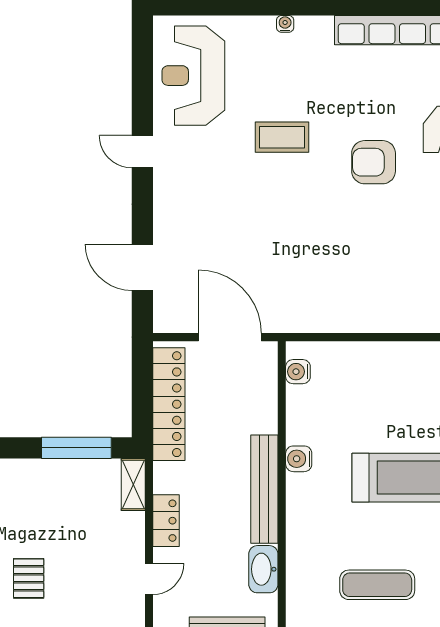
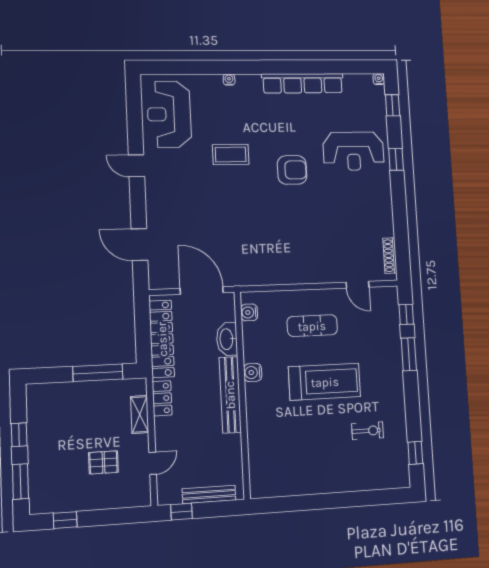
armchair: (374, 162) -> (292, 170), turned 180
shelving: (133, 485) -> (140, 414), moved
locker: (166, 521) -> (162, 398), moved
washbasin: (263, 569) -> (227, 339), moved
pallet: (29, 578) -> (103, 462), moved, turned 90
exercise mat: (377, 585) -> (312, 326), moved

